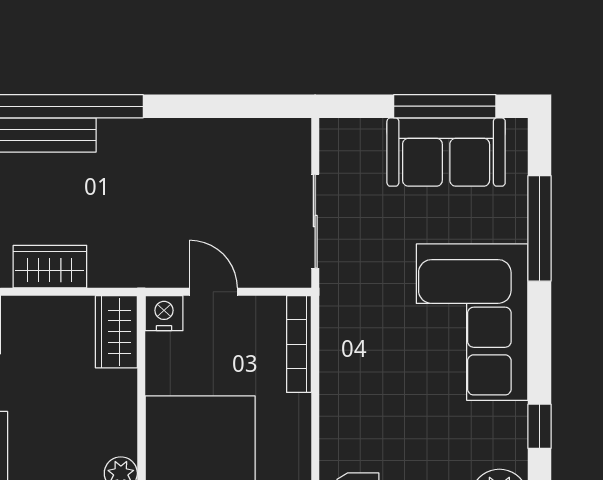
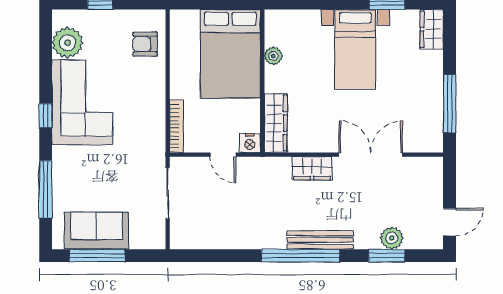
corner sofa: (472, 322) -> (82, 102), moved
wardrobe: (116, 332) -> (276, 123), width x1.50
window: (539, 426) -> (46, 116), moved

